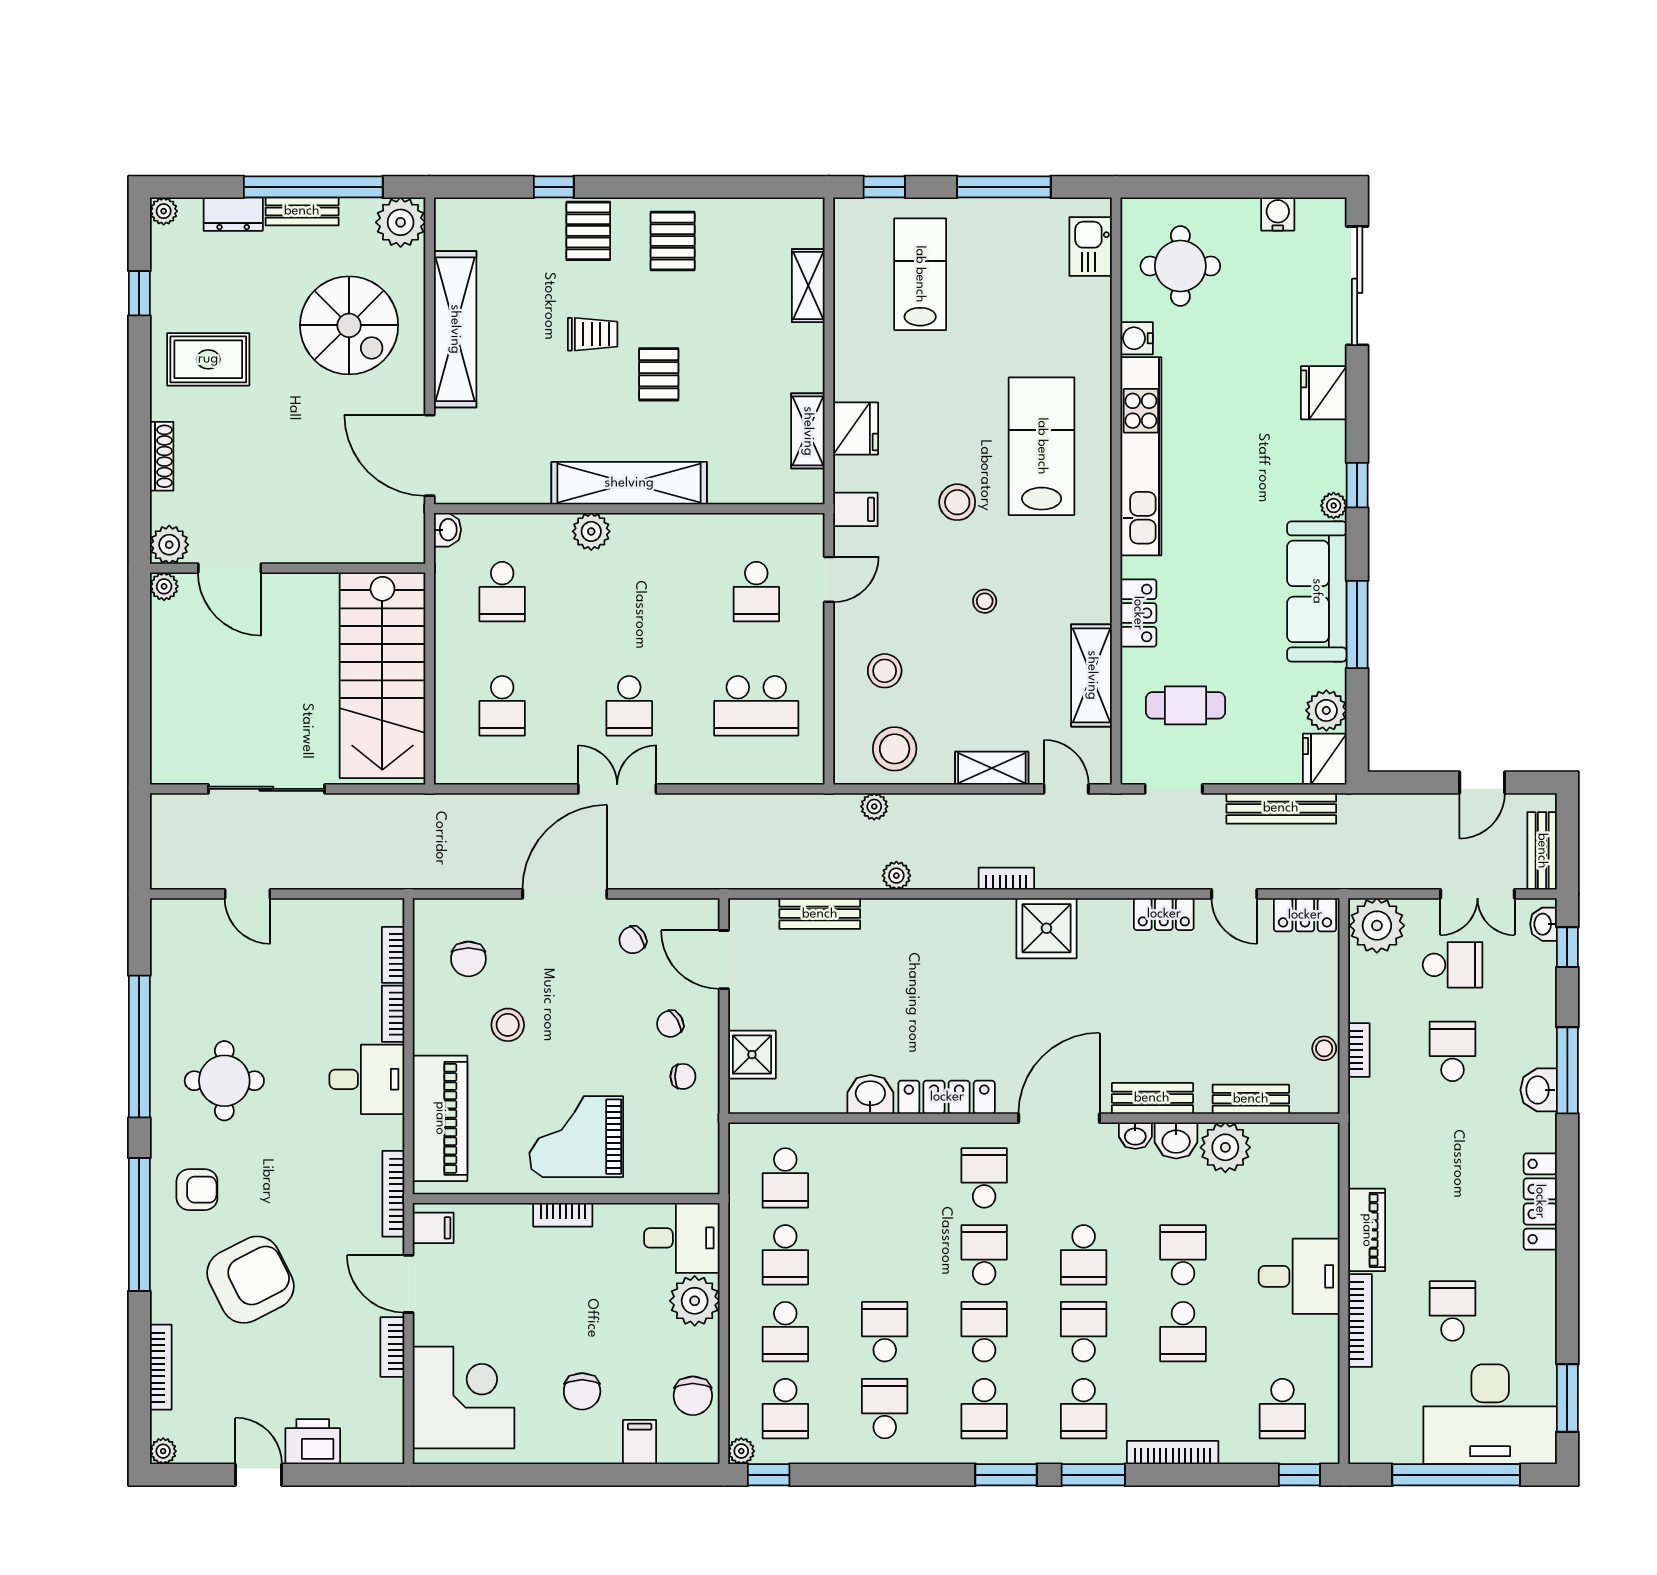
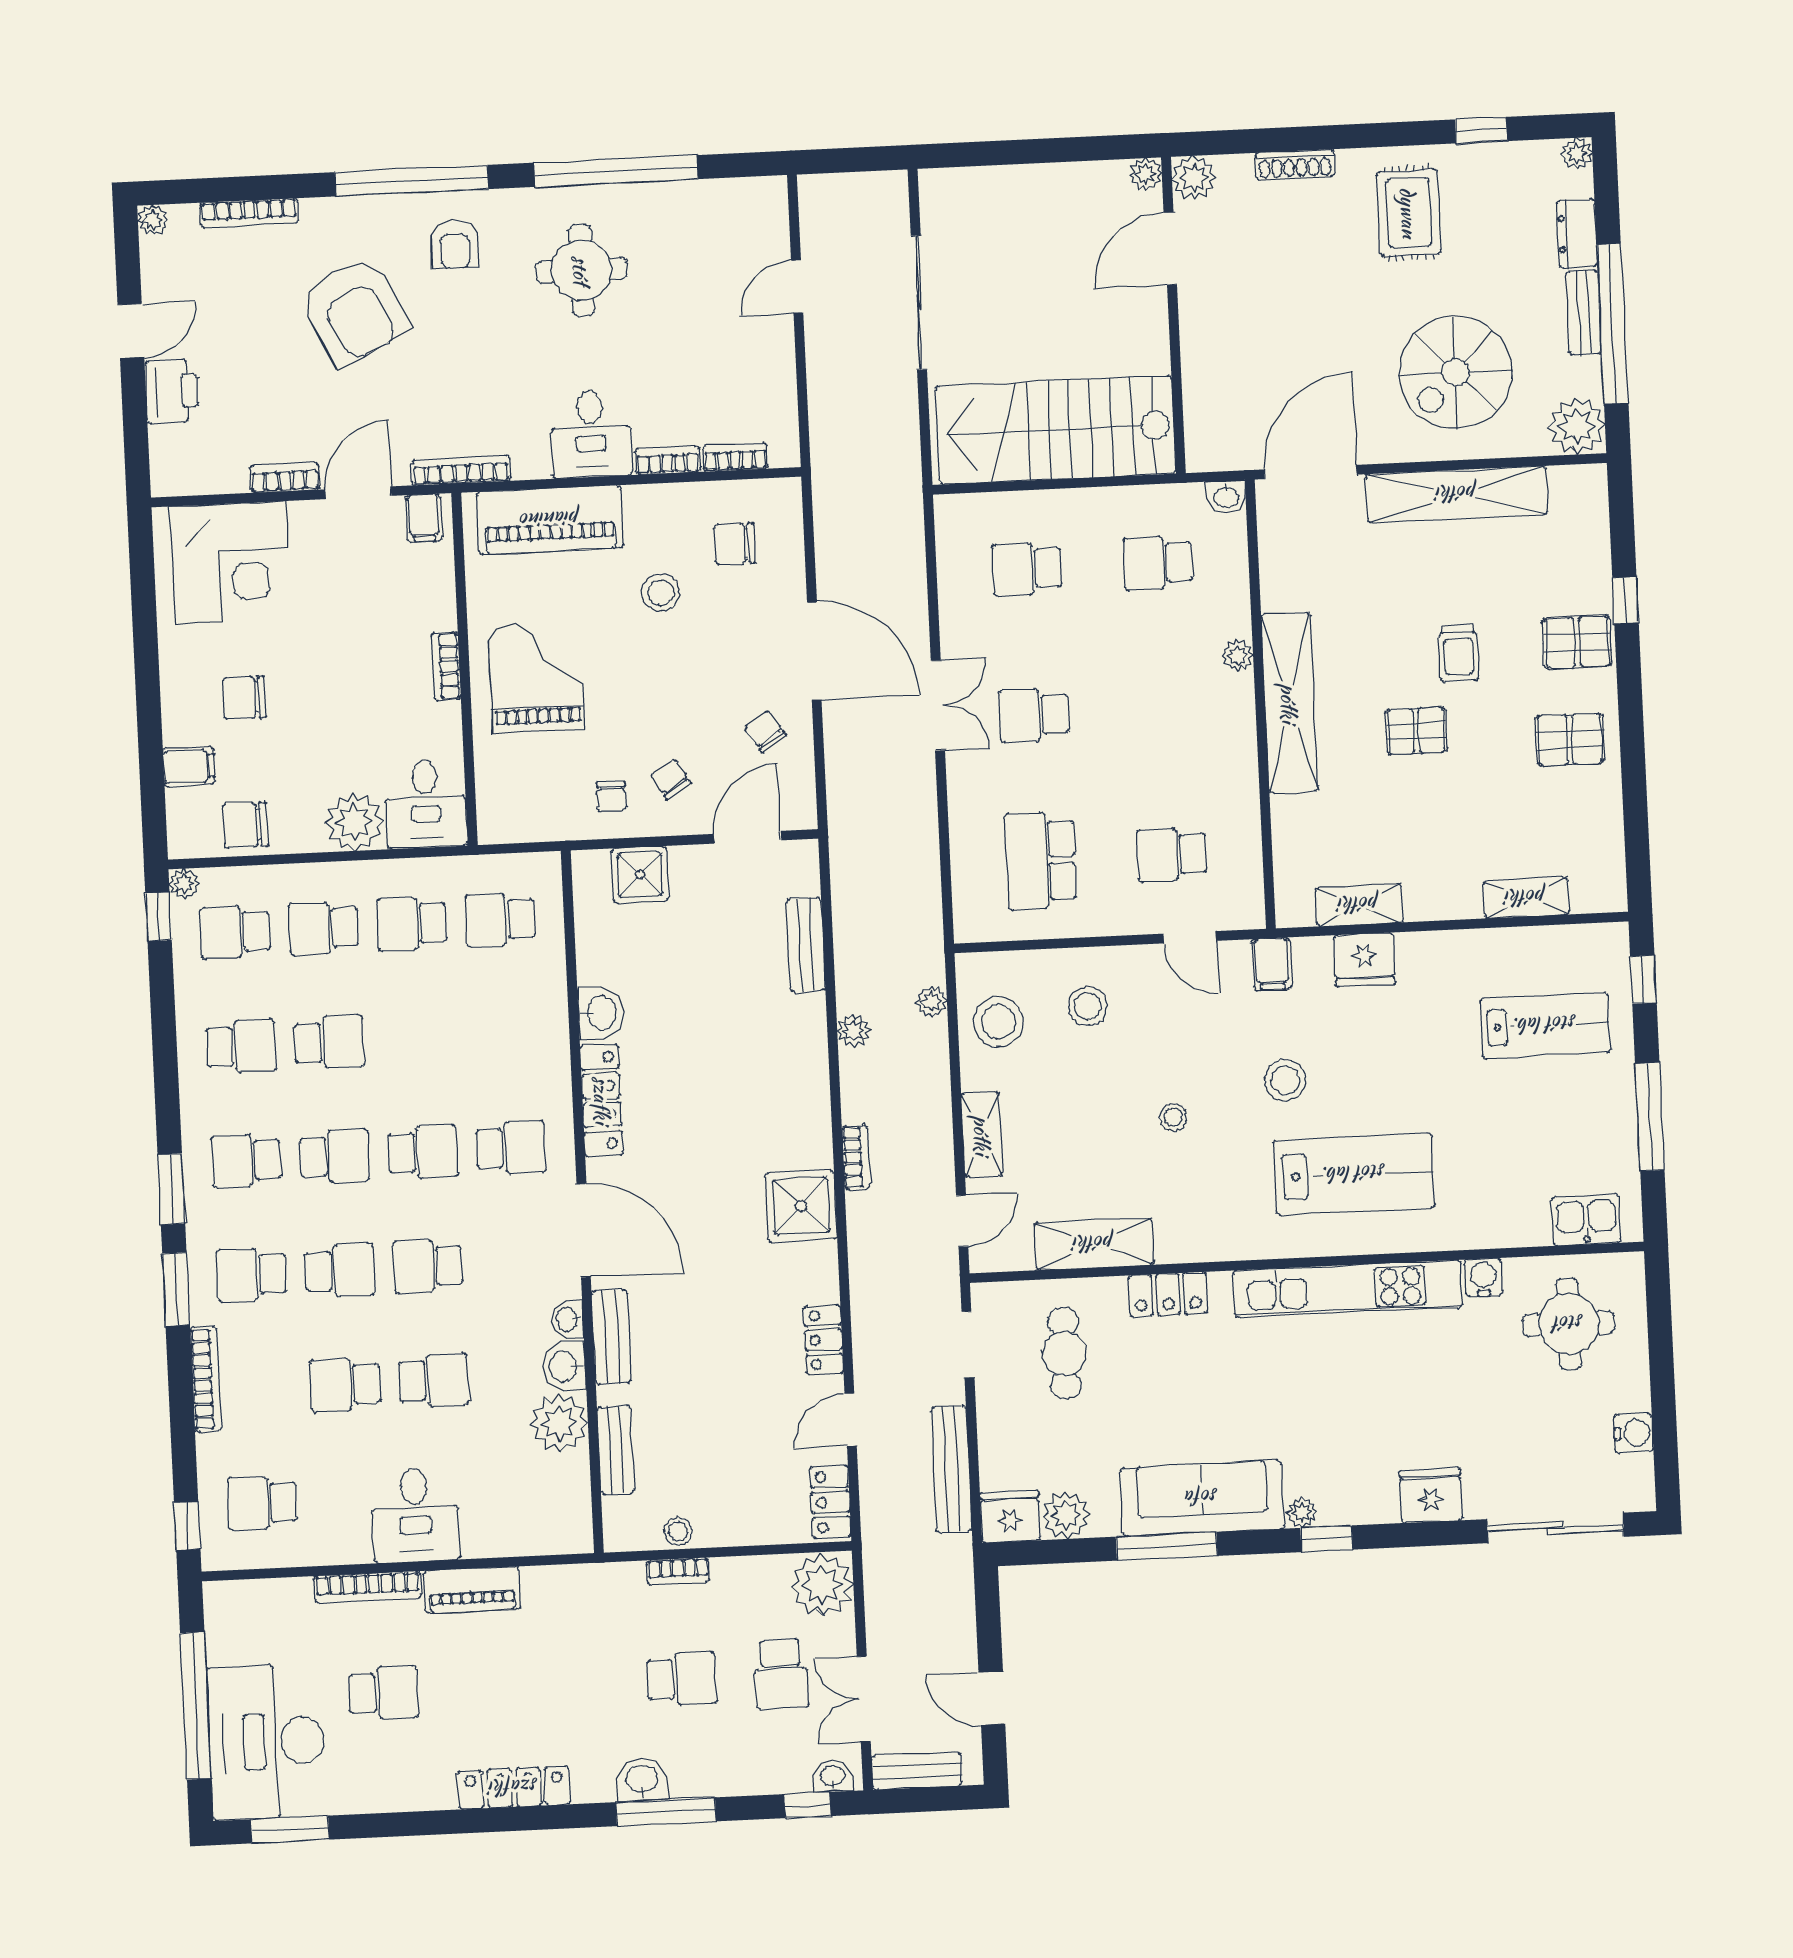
plant: (591, 531) -> (1238, 656), width x0.73, depth x0.73

